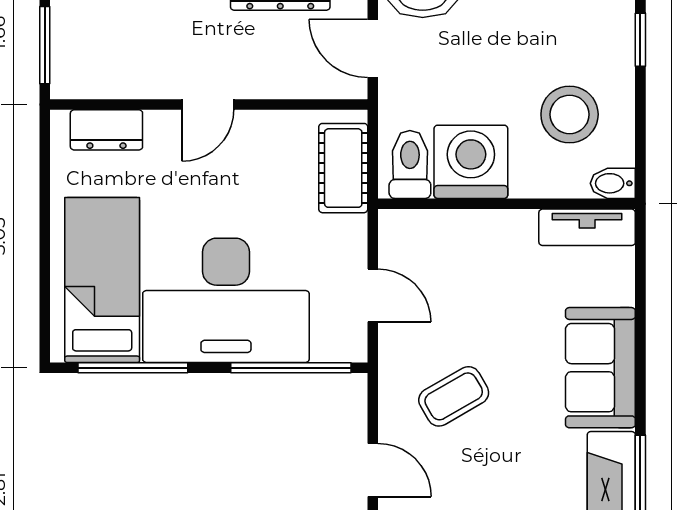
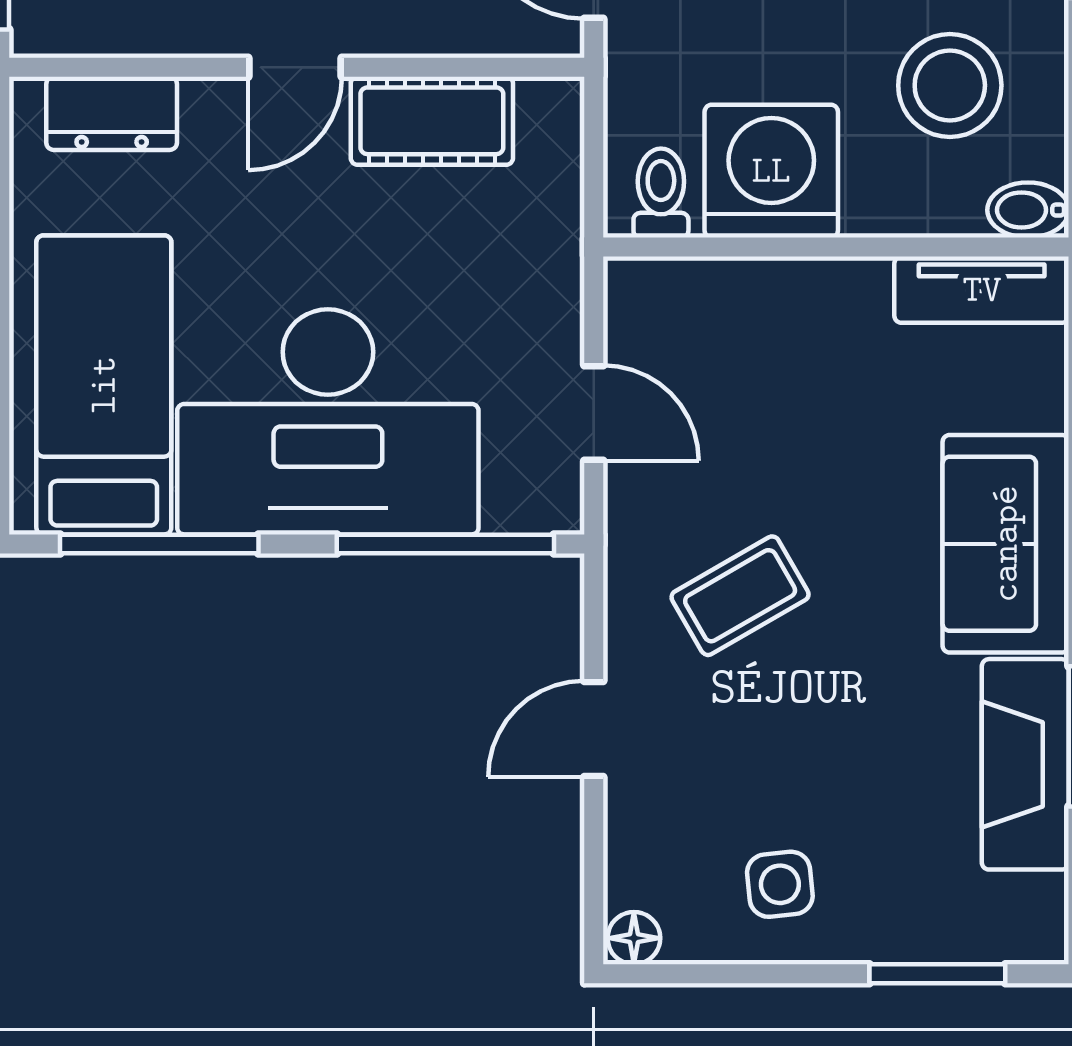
toilet: (410, 164) -> (661, 193), width x0.73, depth x0.72
cot: (343, 168) -> (432, 121), moved, turned 90
door: (373, 470) -> (594, 729), swing flipped

